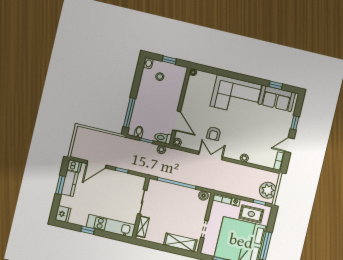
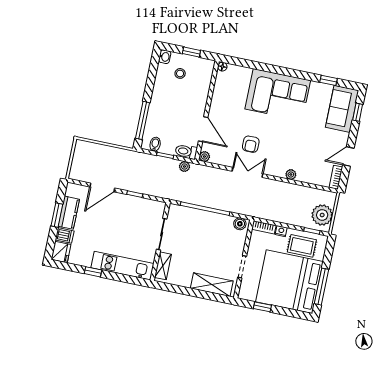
sofa: (277, 98) -> (342, 109), moved, turned 90
window: (295, 123) -> (358, 112), moved
dishwasher: (74, 166) -> (65, 235), moved

